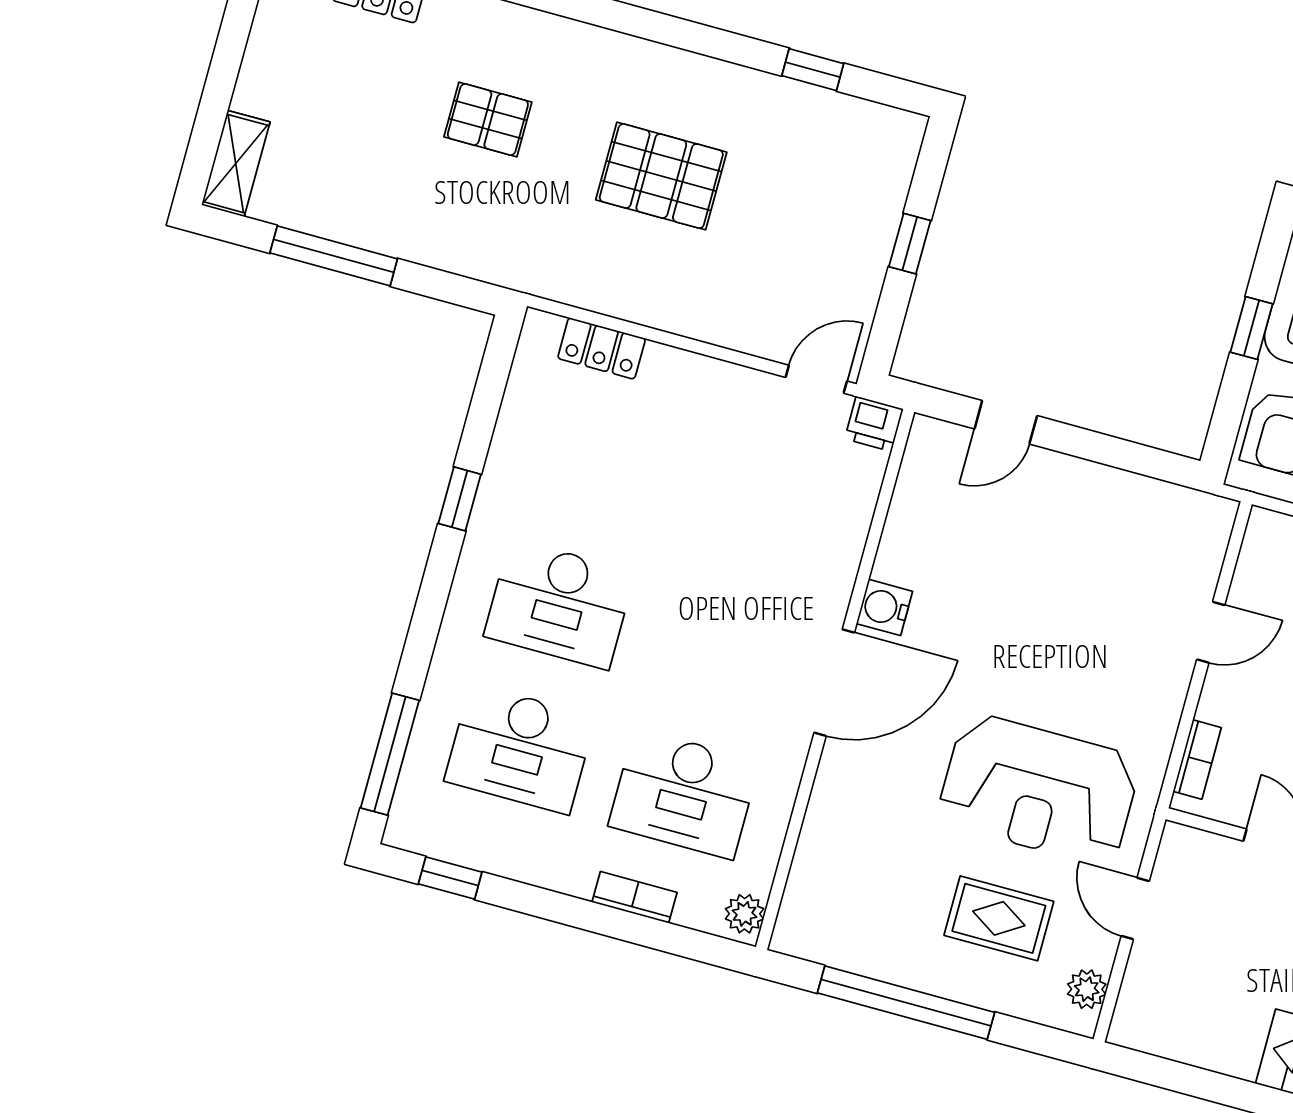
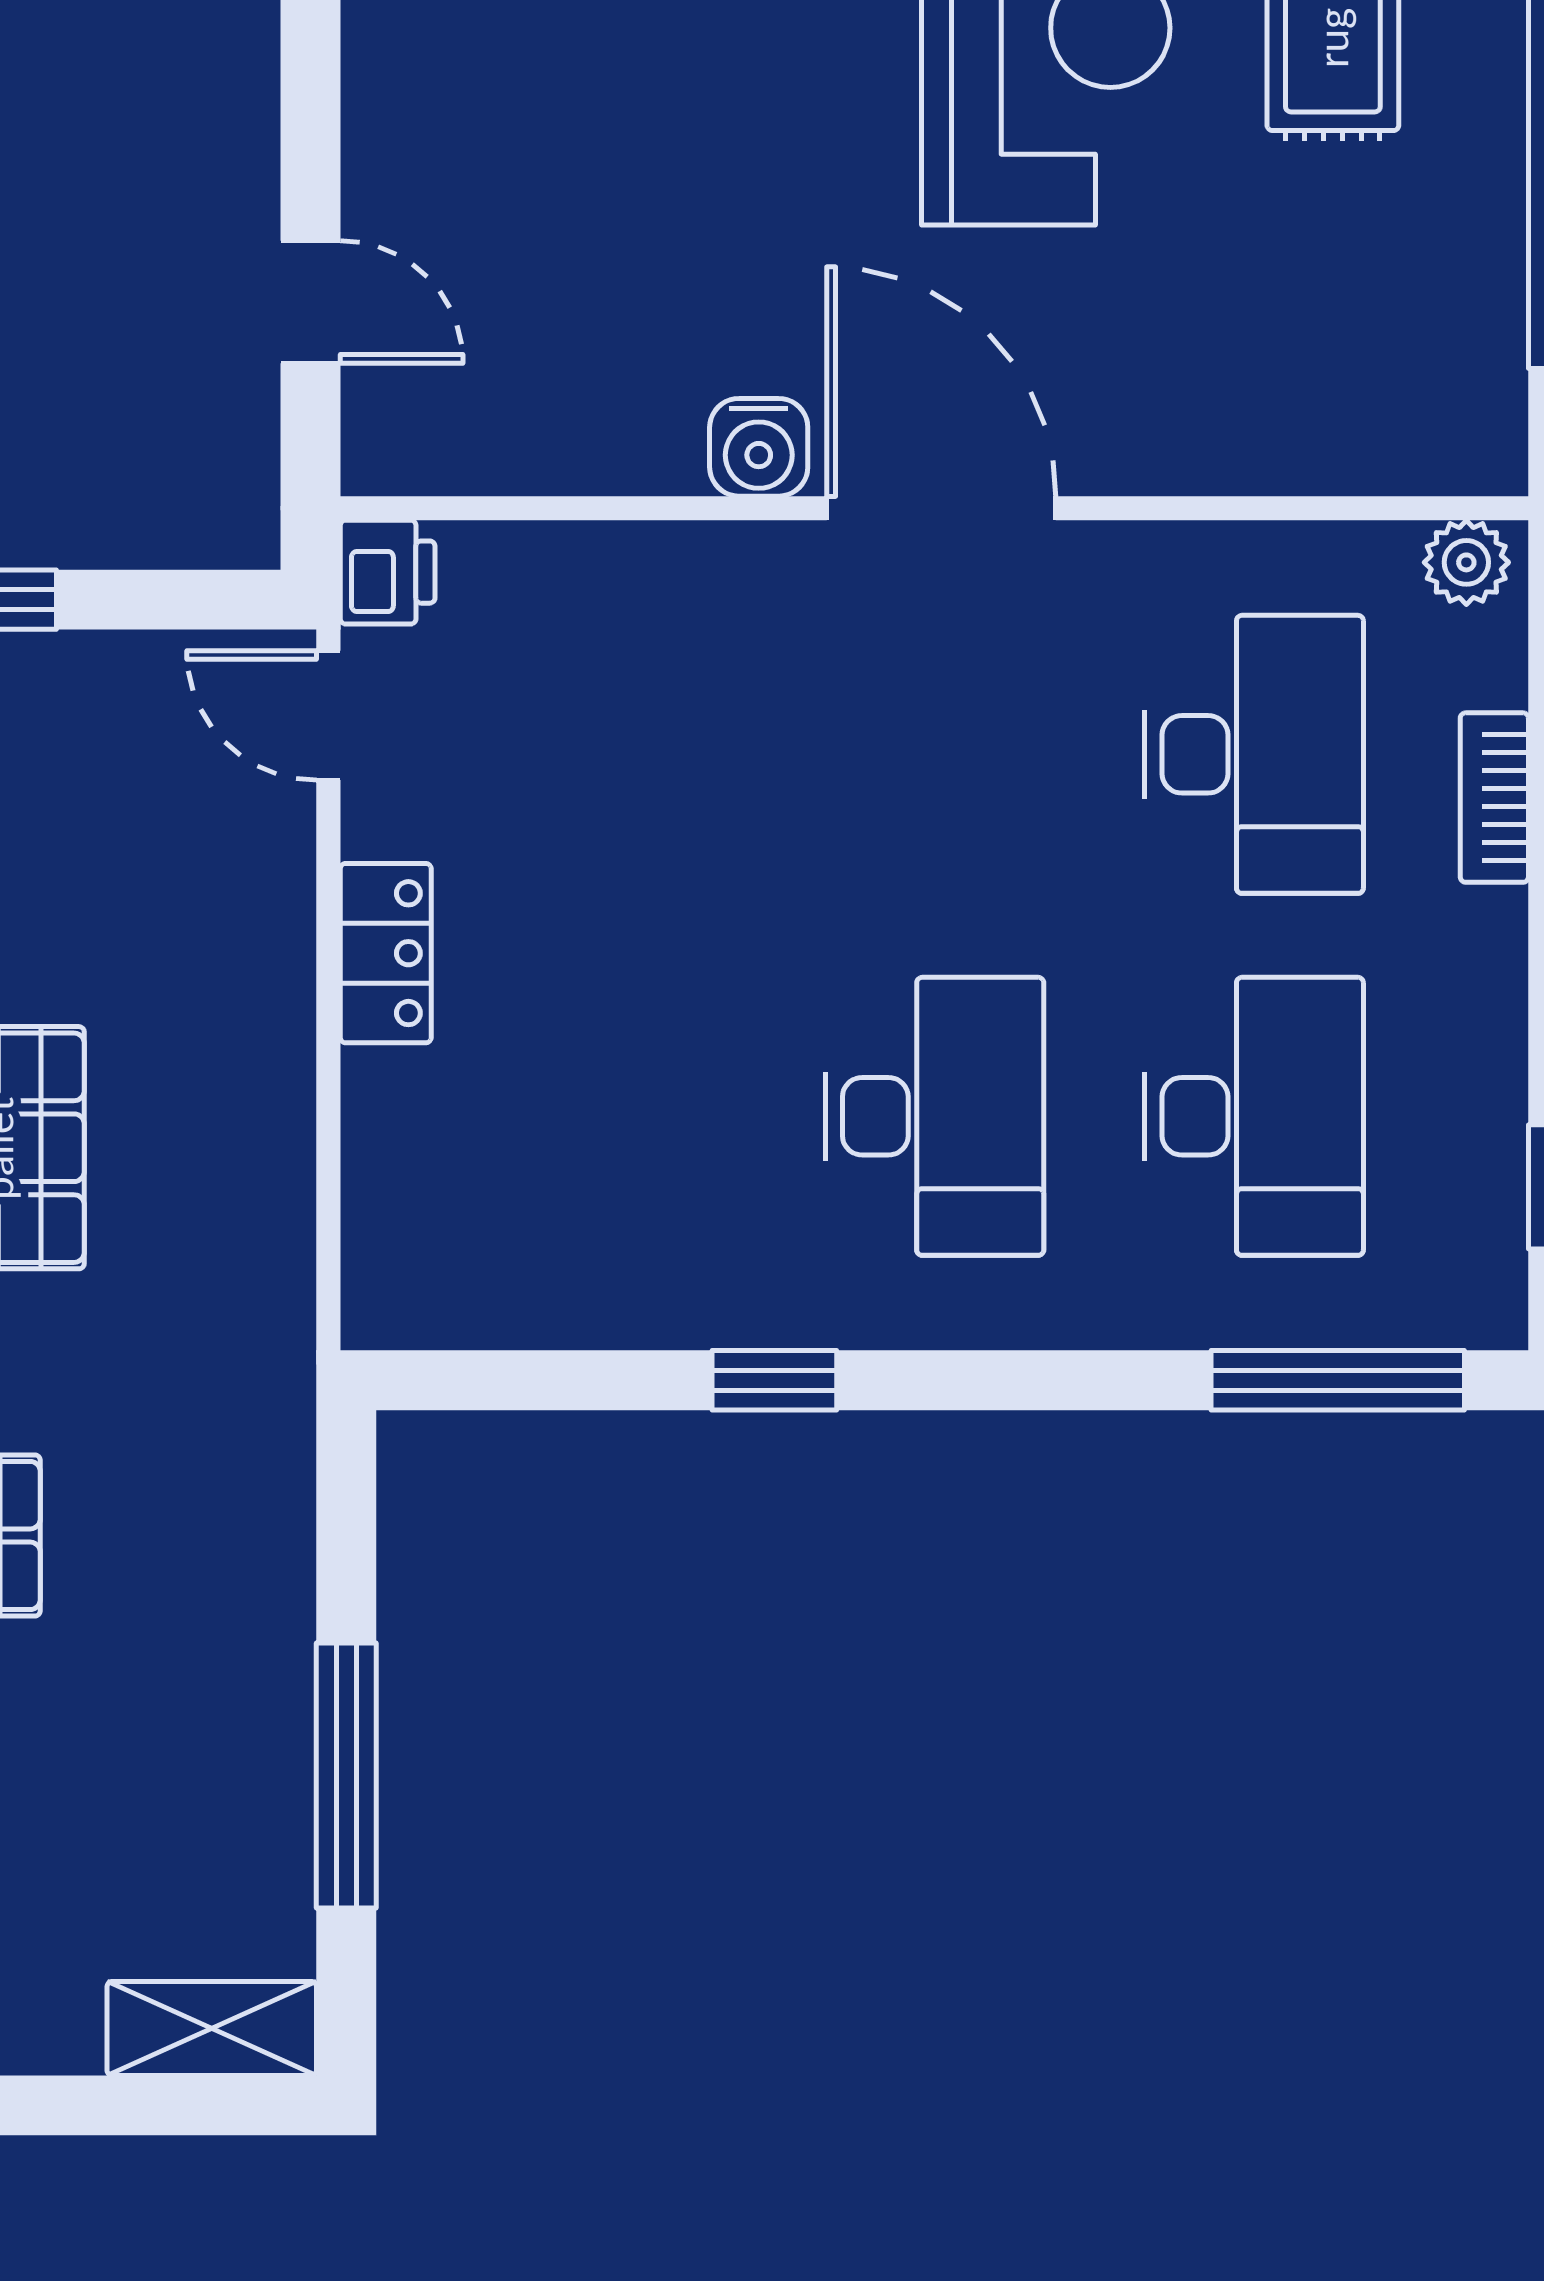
locker: (602, 348) -> (386, 953), moved

